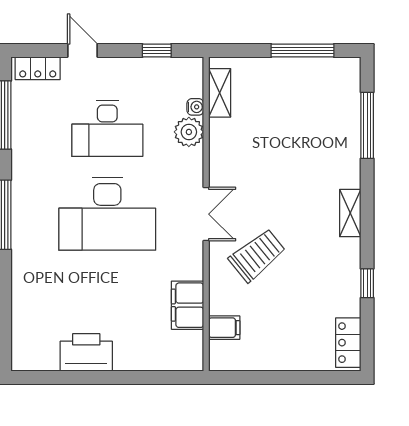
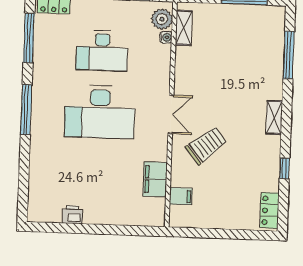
plant: (189, 132) -> (162, 19), moved
printer: (86, 352) -> (72, 215), width x0.53, depth x0.68

